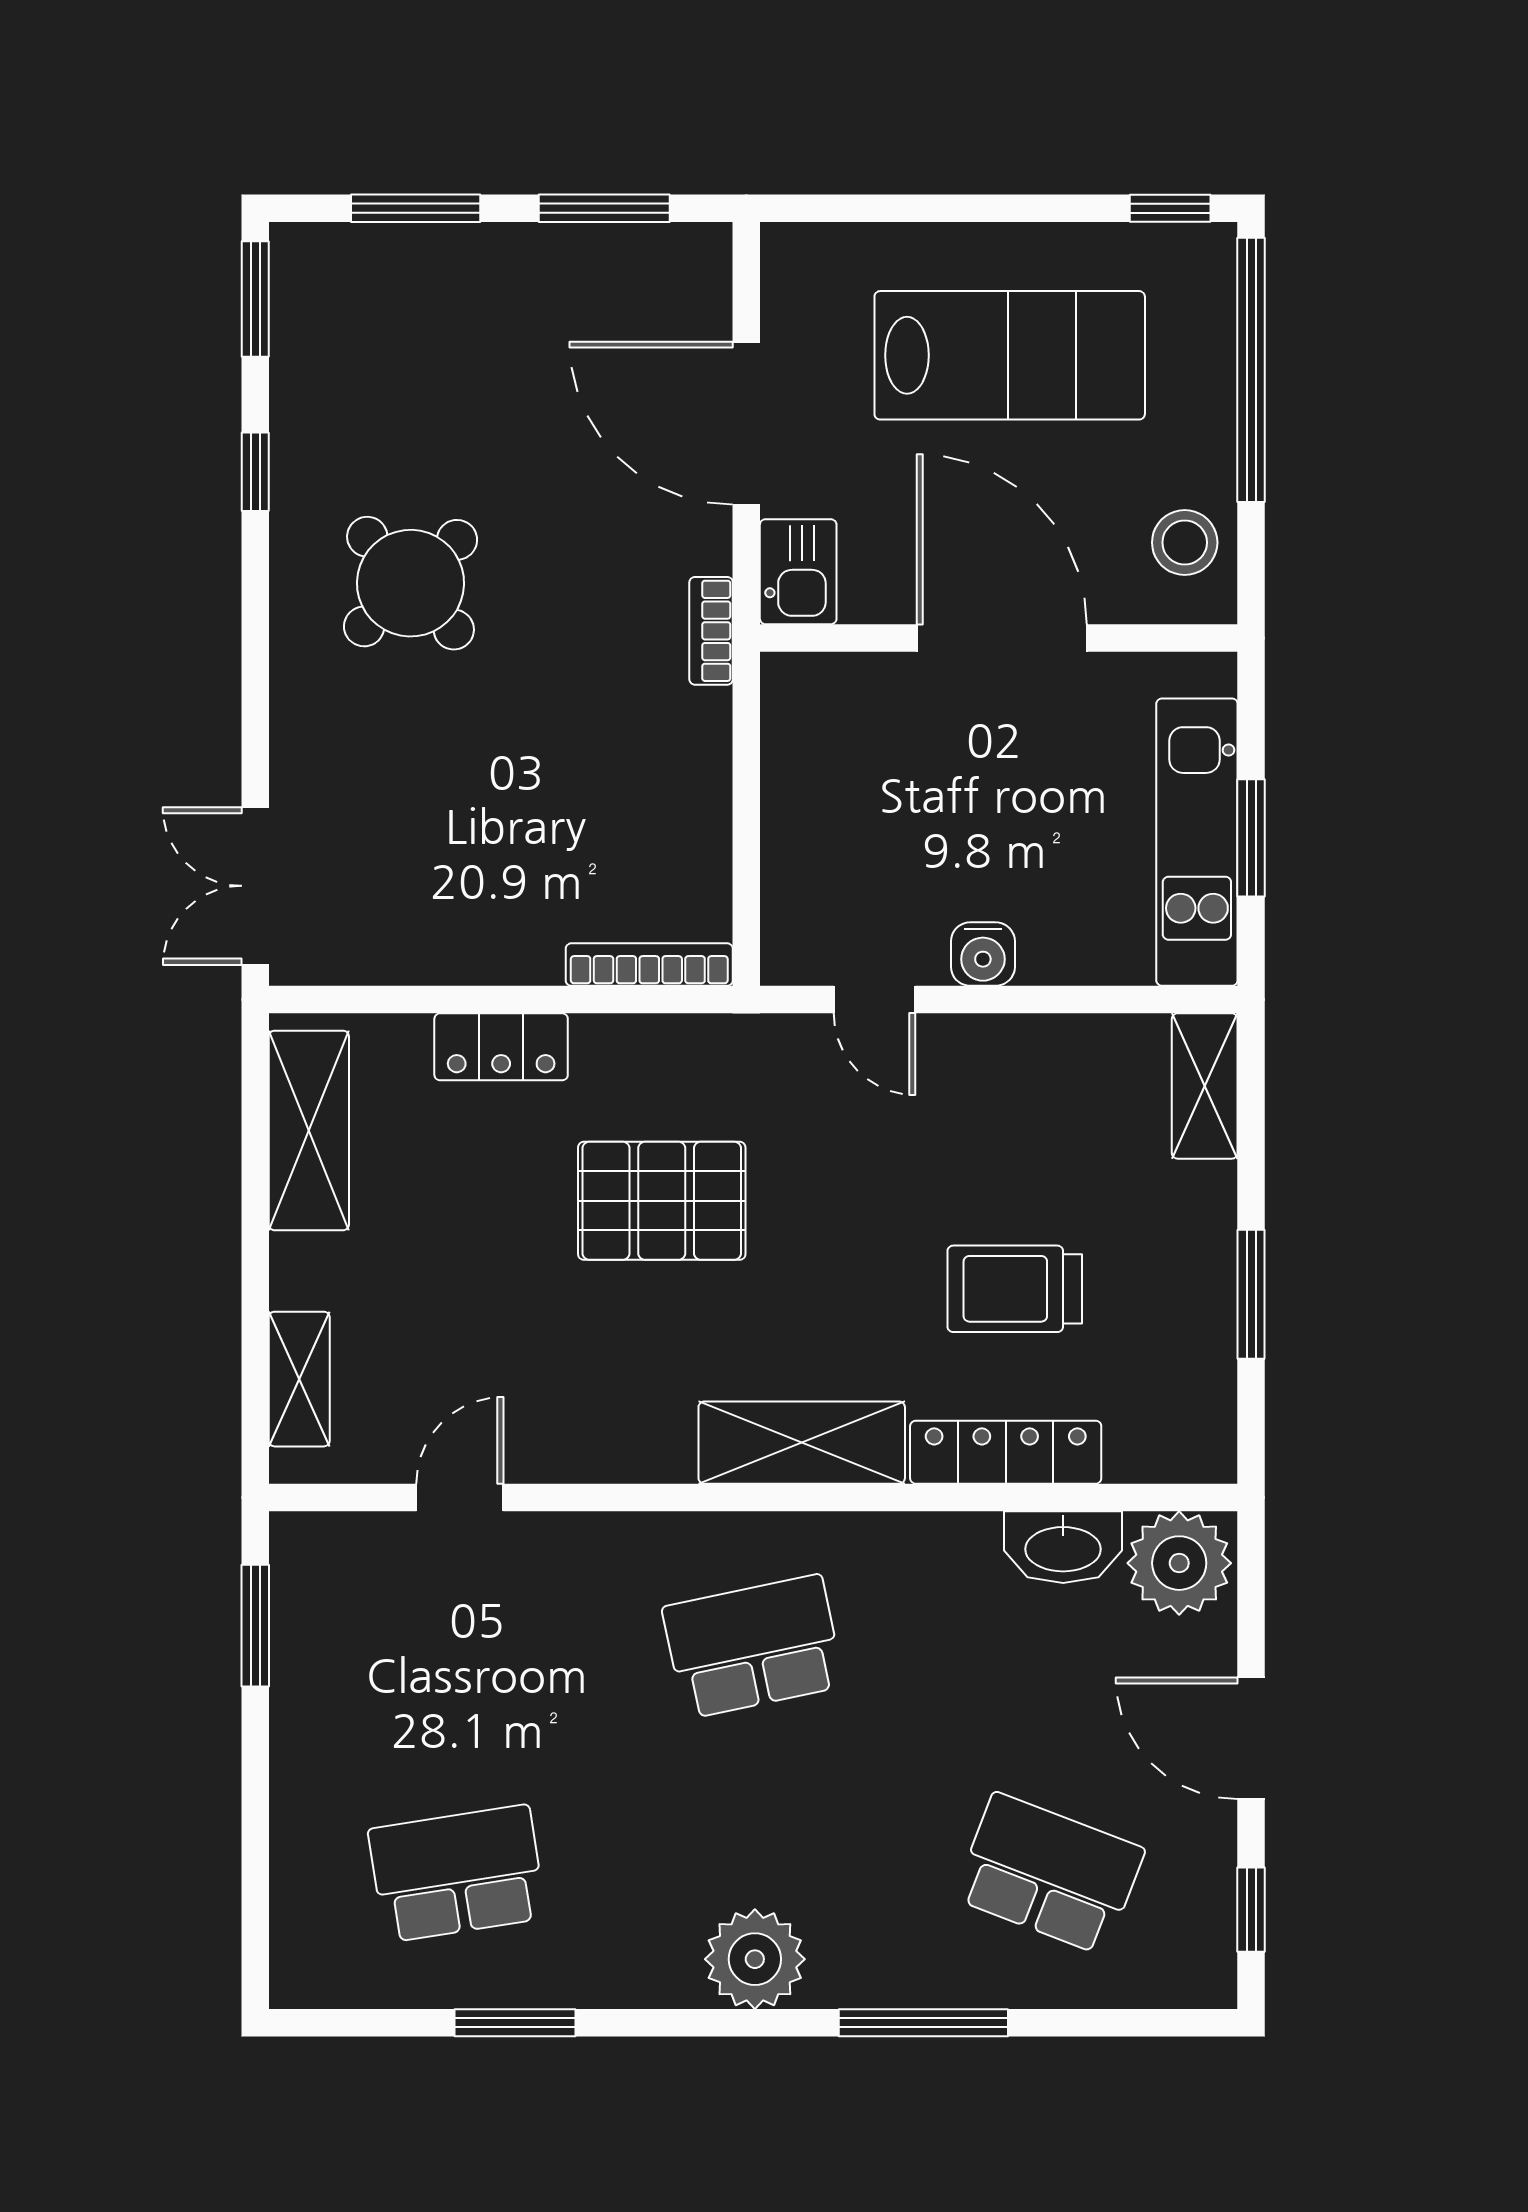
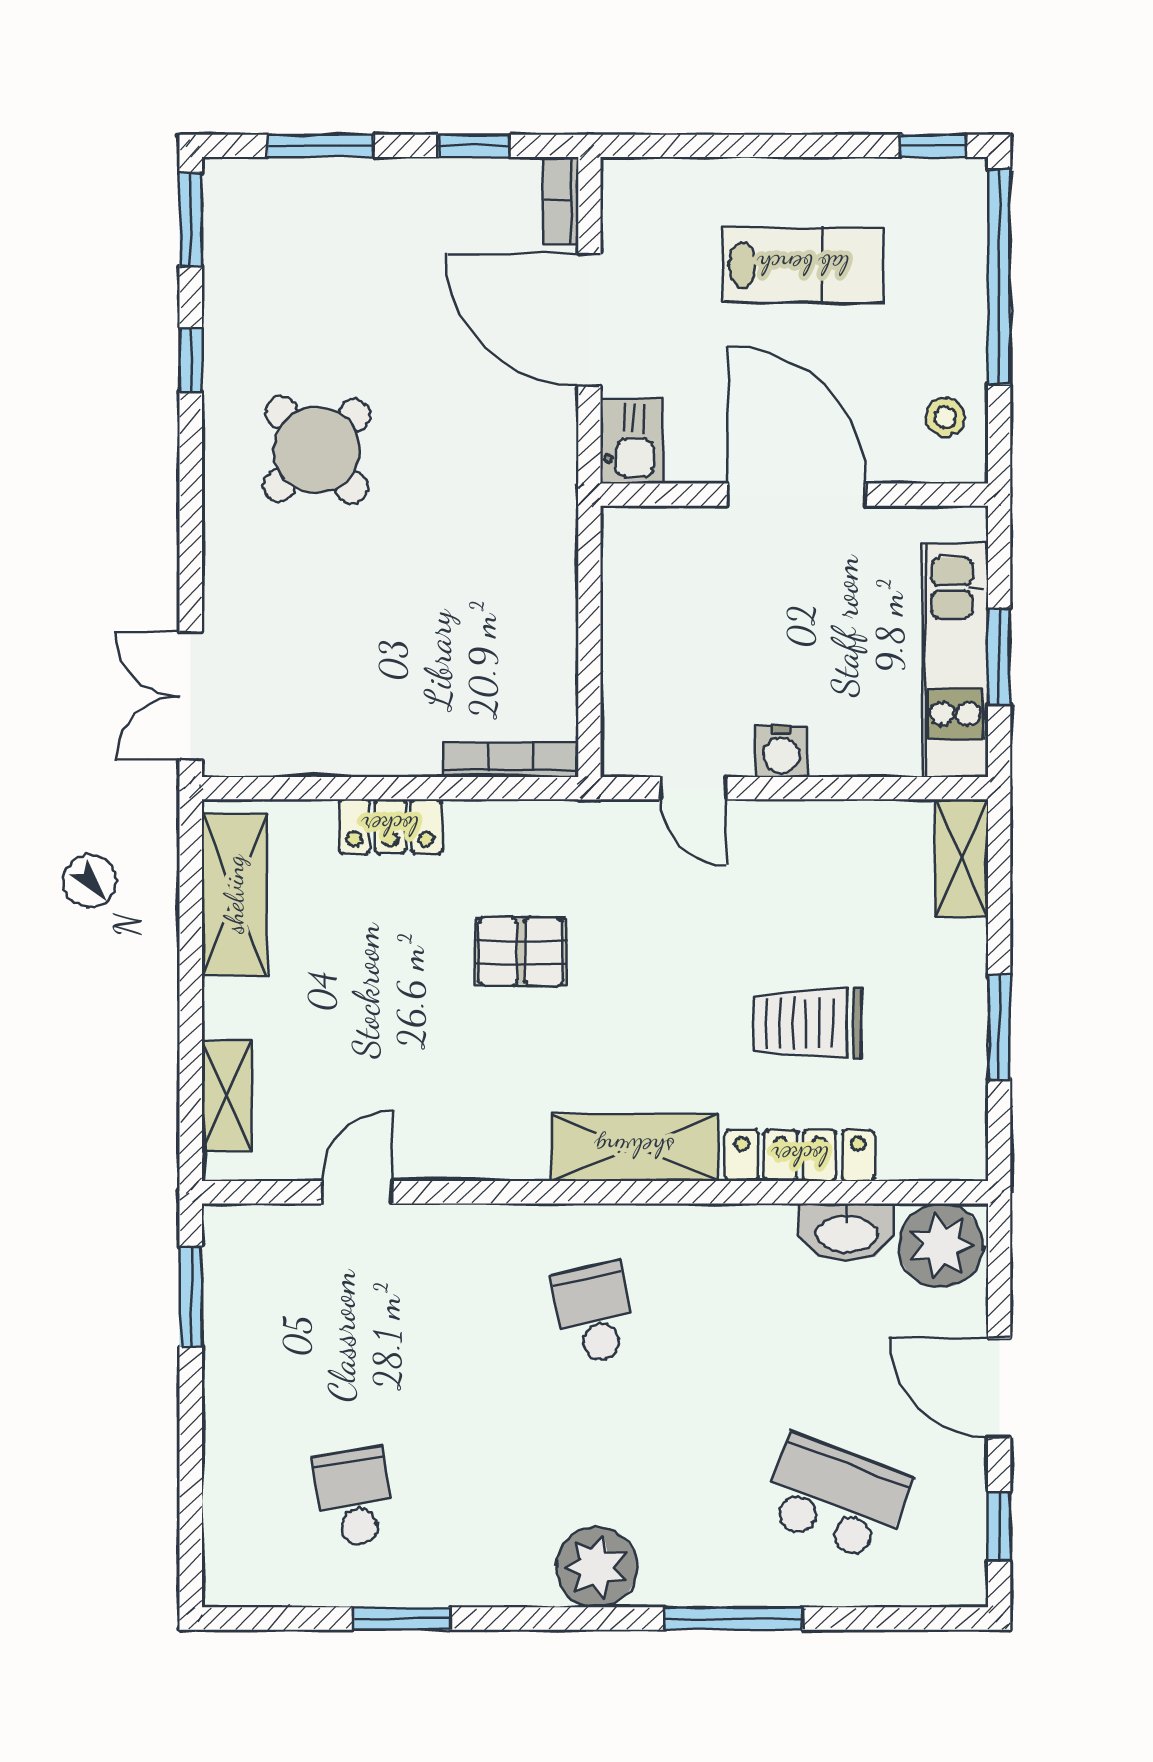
window: (604, 208) -> (474, 146), width x0.67
lab bench: (1010, 355) -> (803, 265), width x0.73, depth x0.72
stool: (1185, 543) -> (945, 417), width x0.73, depth x0.73
bookcase: (711, 631) -> (561, 201), moved
pallet: (662, 1201) -> (521, 951), width x0.67, depth x0.71
school desk: (753, 1647) -> (595, 1313), width x0.54
school desk: (457, 1874) -> (355, 1497), width x0.54

